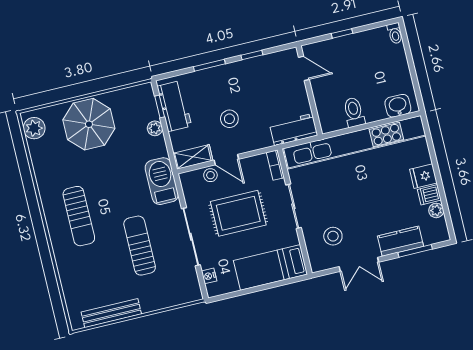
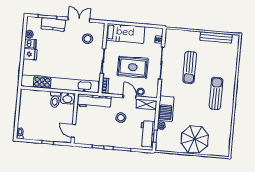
washbasin: (398, 106) -> (67, 98), moved
plant: (34, 128) -> (224, 147), removed
workbench: (294, 130) -> (94, 101), width x1.38
barbecue: (162, 181) -> (166, 109), moved

